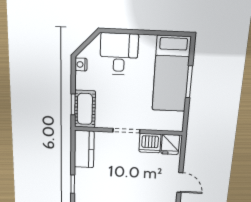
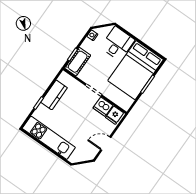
bed: (171, 74) -> (136, 70), width x1.50
kitchen counter: (84, 149) -> (54, 95), moved
door: (180, 183) -> (106, 144), swing flipped

